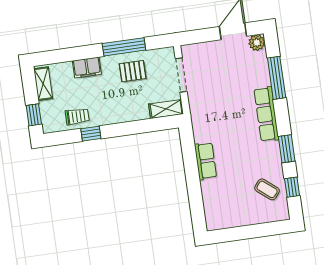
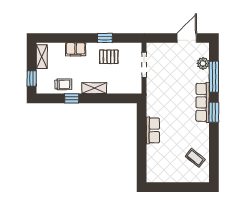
plant: (257, 43) -> (203, 63), moved
window: (124, 47) -> (105, 38), width x0.46
shelving: (166, 109) -> (94, 88), moved
window: (287, 149) -> (214, 112), moved
window: (292, 187) -> (214, 159), removed

